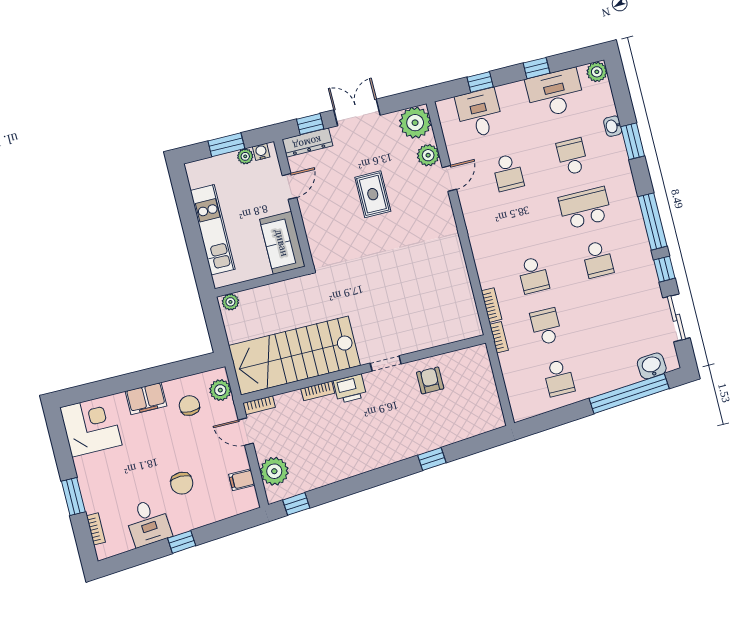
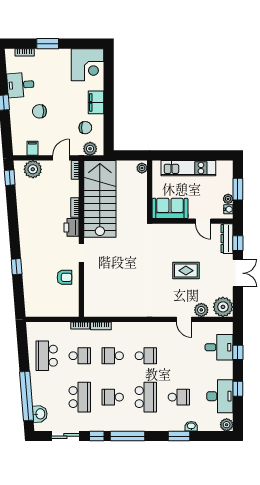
school desk: (508, 172) -> (146, 356), moved, turned 180
school desk: (610, 311) -> (80, 397), added
school desk: (559, 378) -> (47, 356), width x1.85

